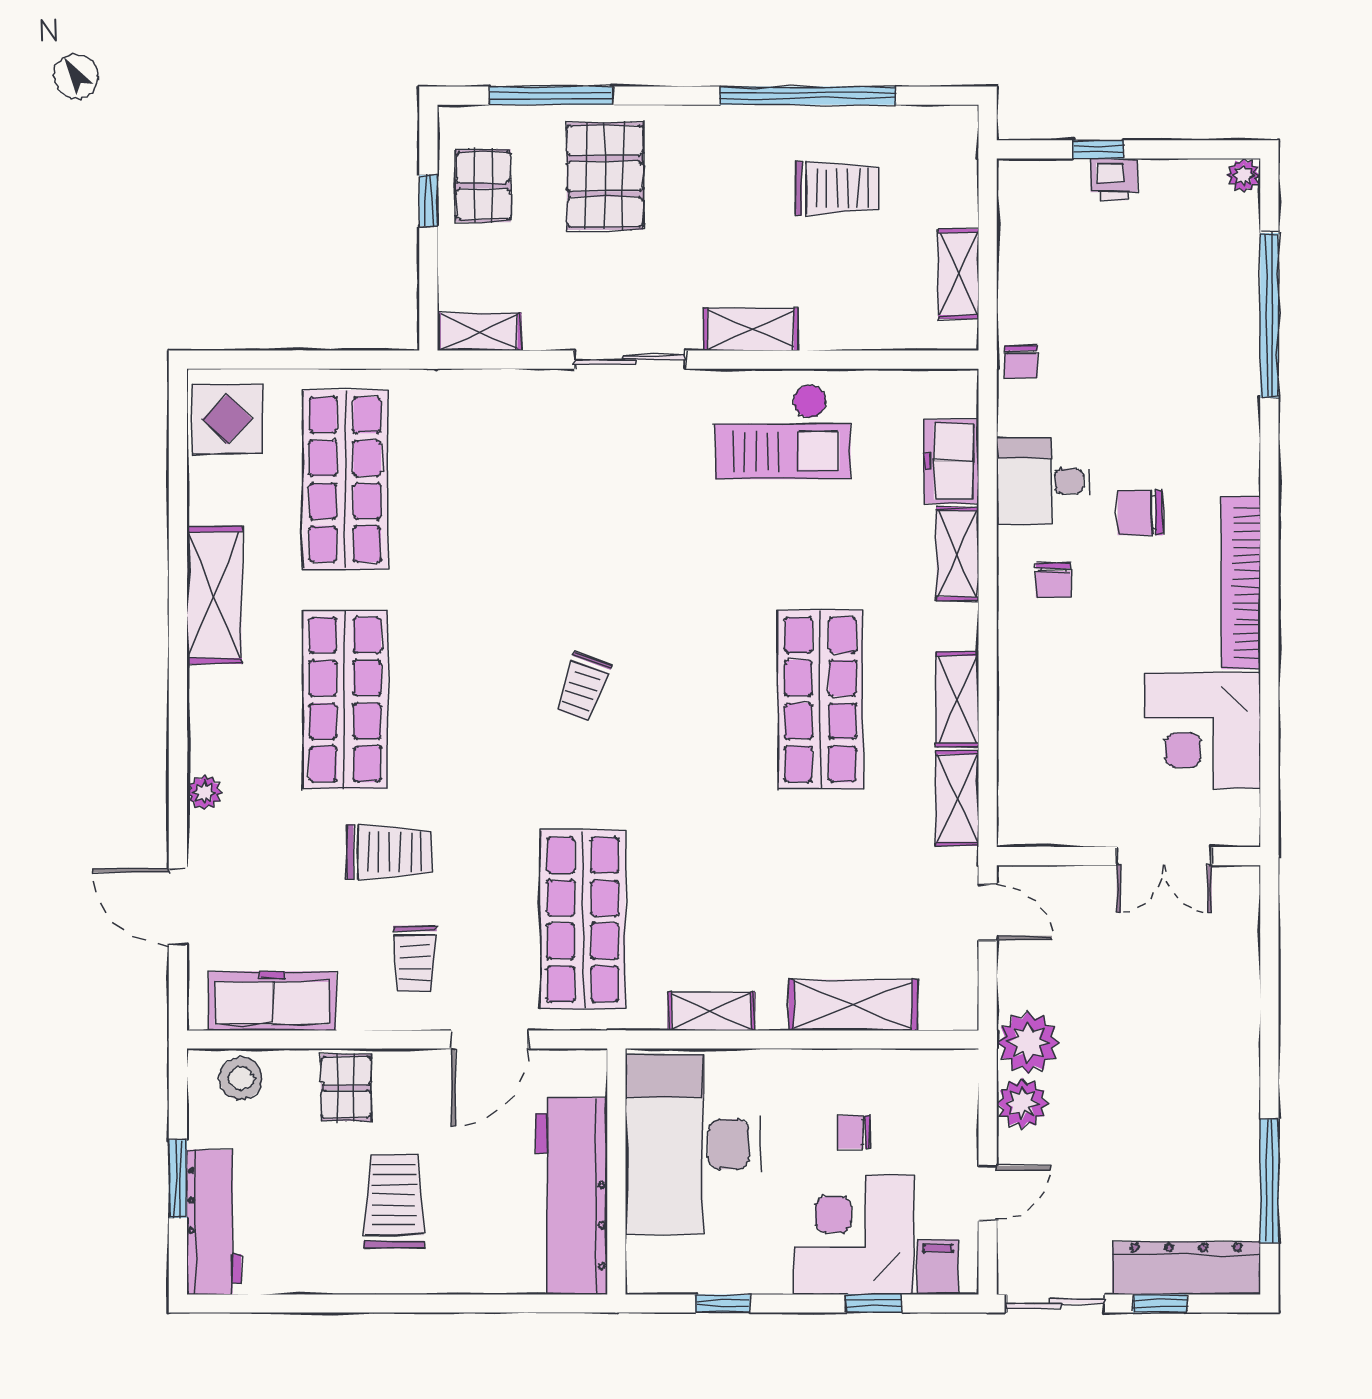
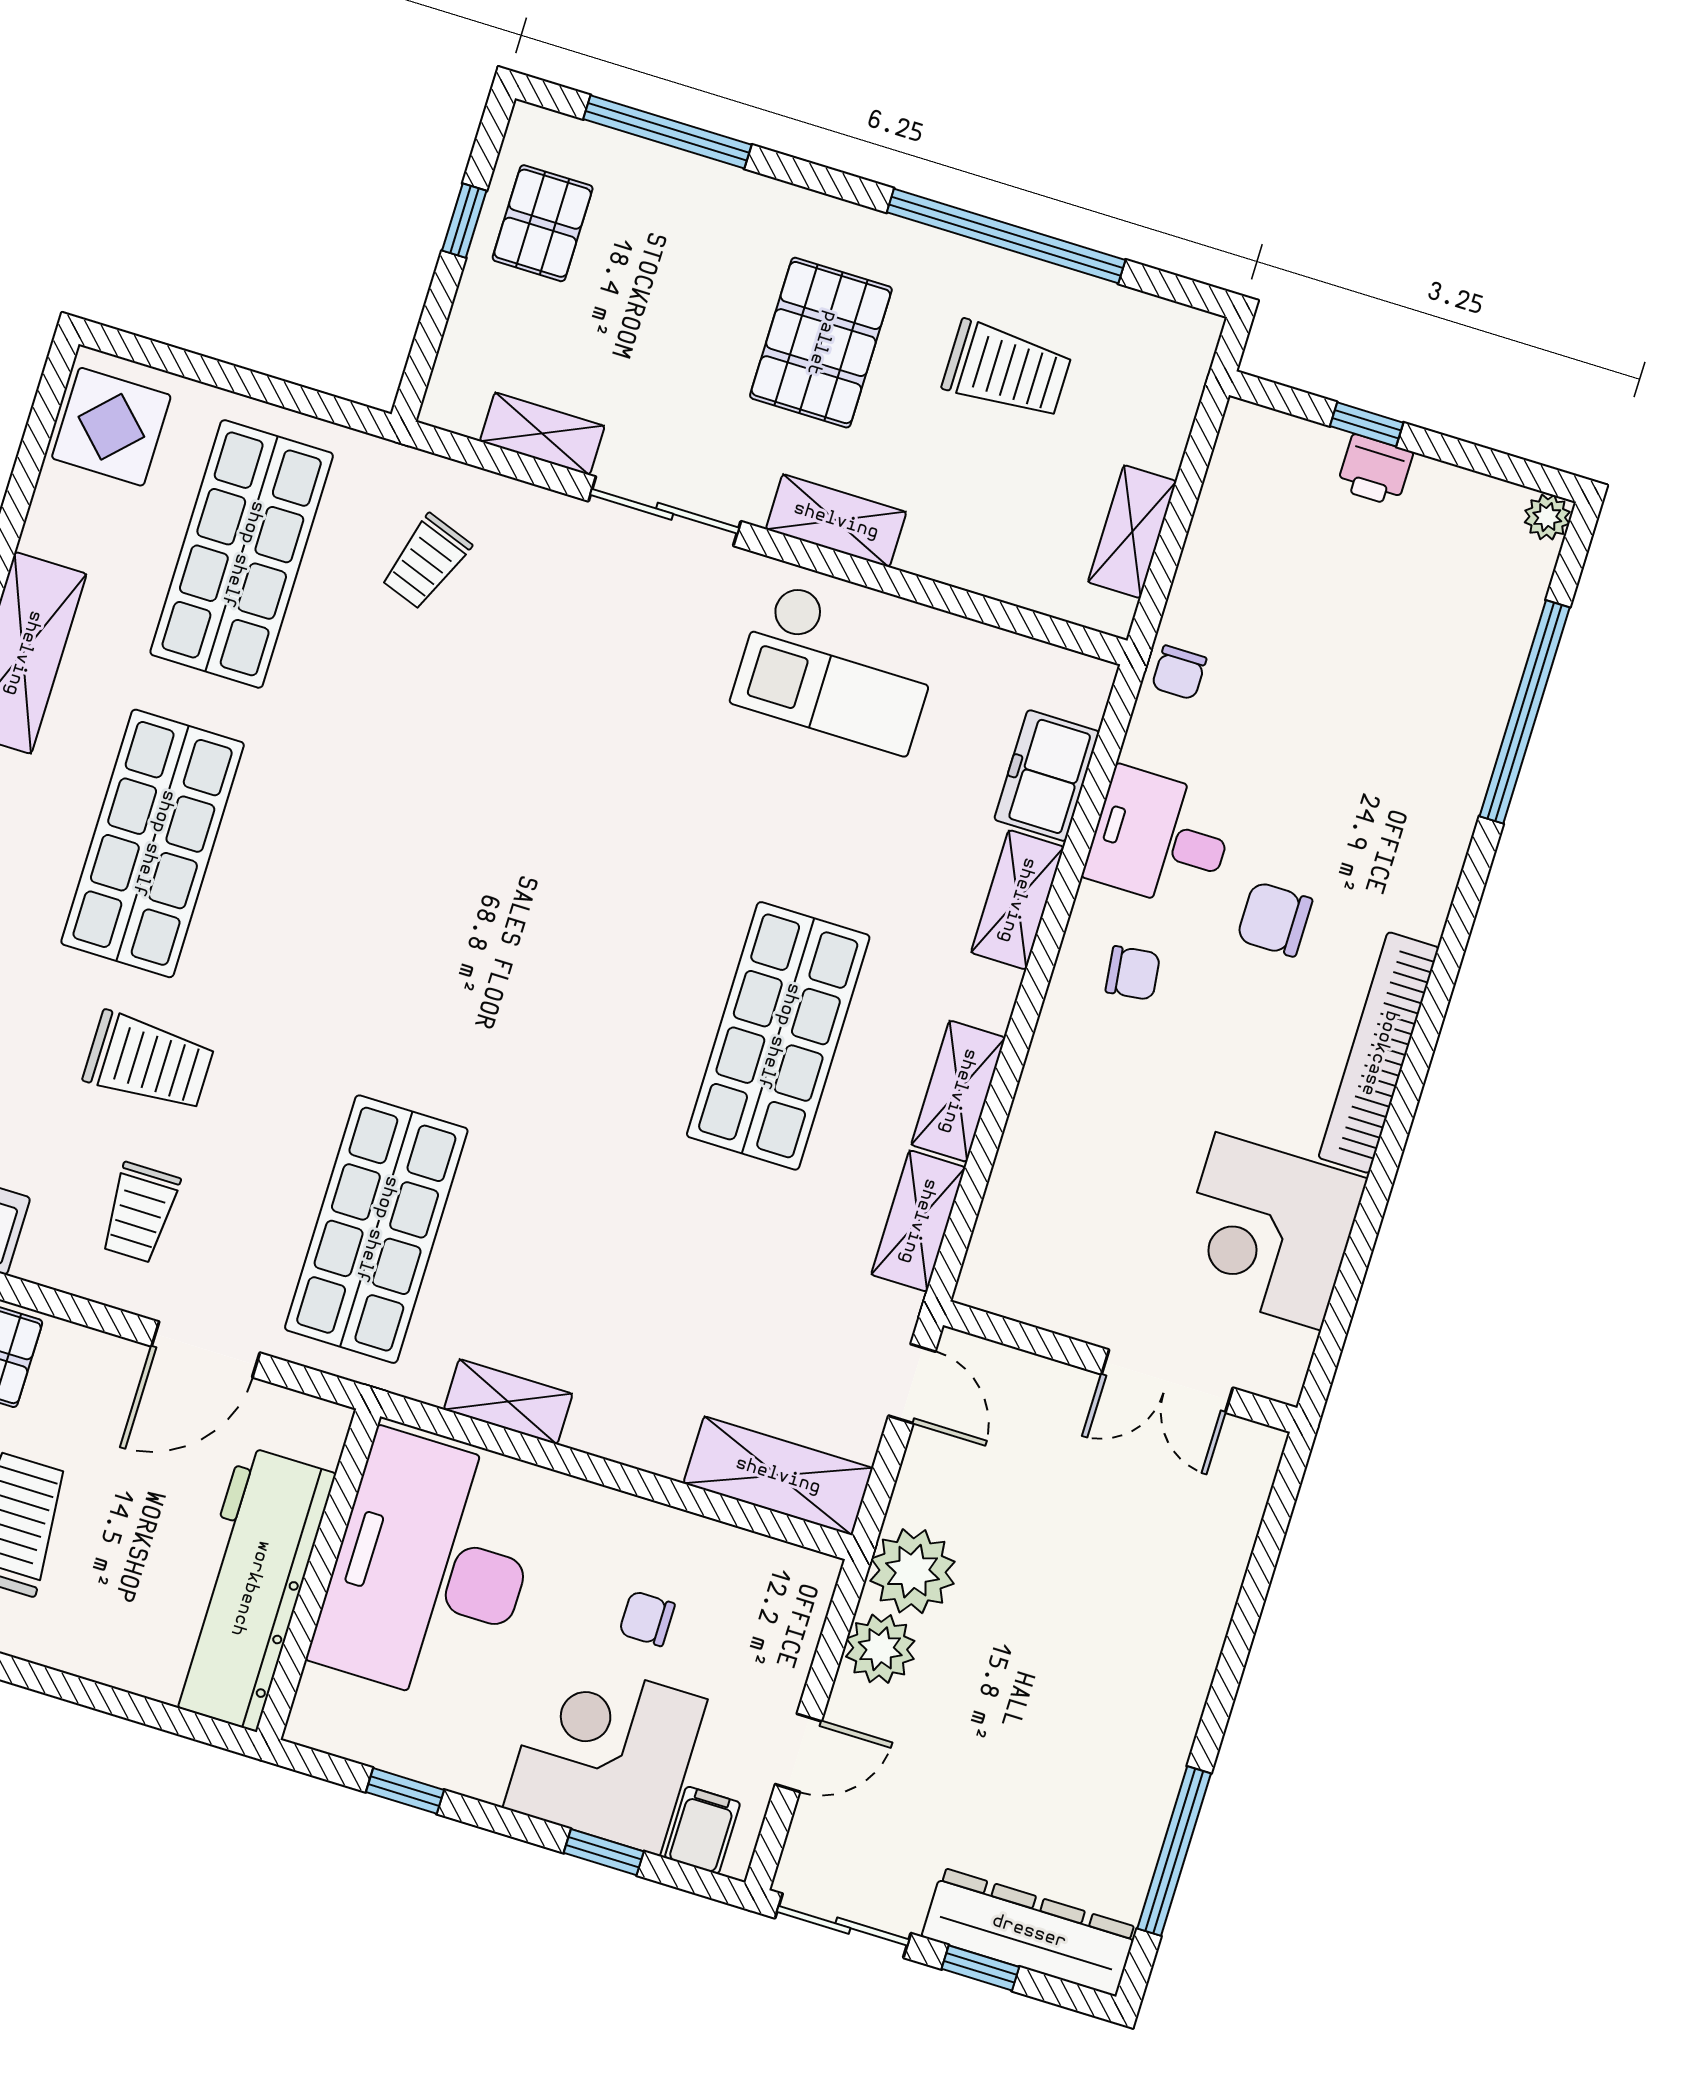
pallet: (605, 176) -> (821, 343), moved
shelving: (479, 332) -> (542, 434), moved
chair: (1053, 580) -> (1133, 973), turned -97
trolley: (583, 687) -> (426, 562), moved
shelving: (853, 1005) -> (778, 1476), moved

